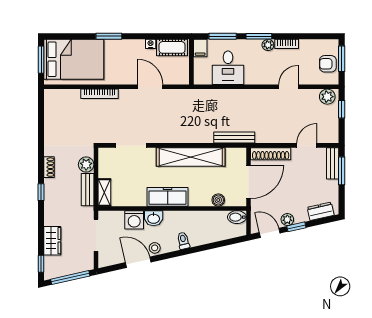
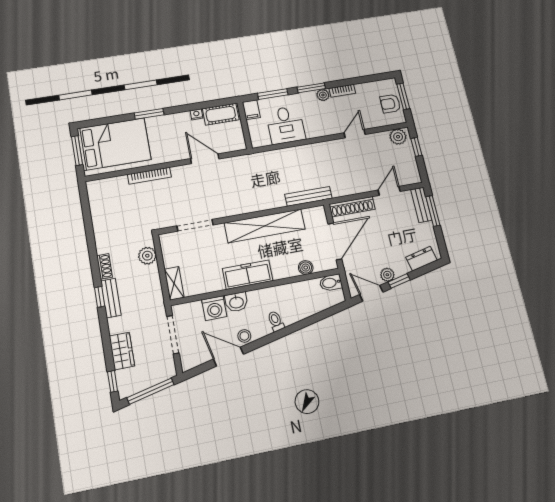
bench: (88, 190) -> (111, 298), moved

